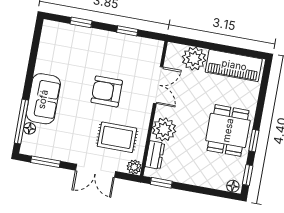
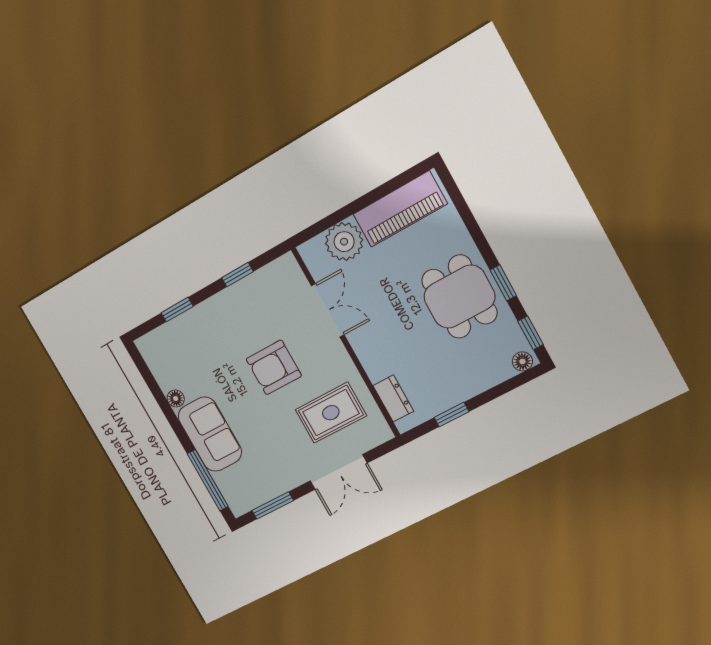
floor lamp: (30, 128) -> (176, 398), moved
plant: (164, 129) -> (379, 359), removed
plant: (134, 167) -> (380, 432), removed
window: (161, 183) -> (452, 415), moved

